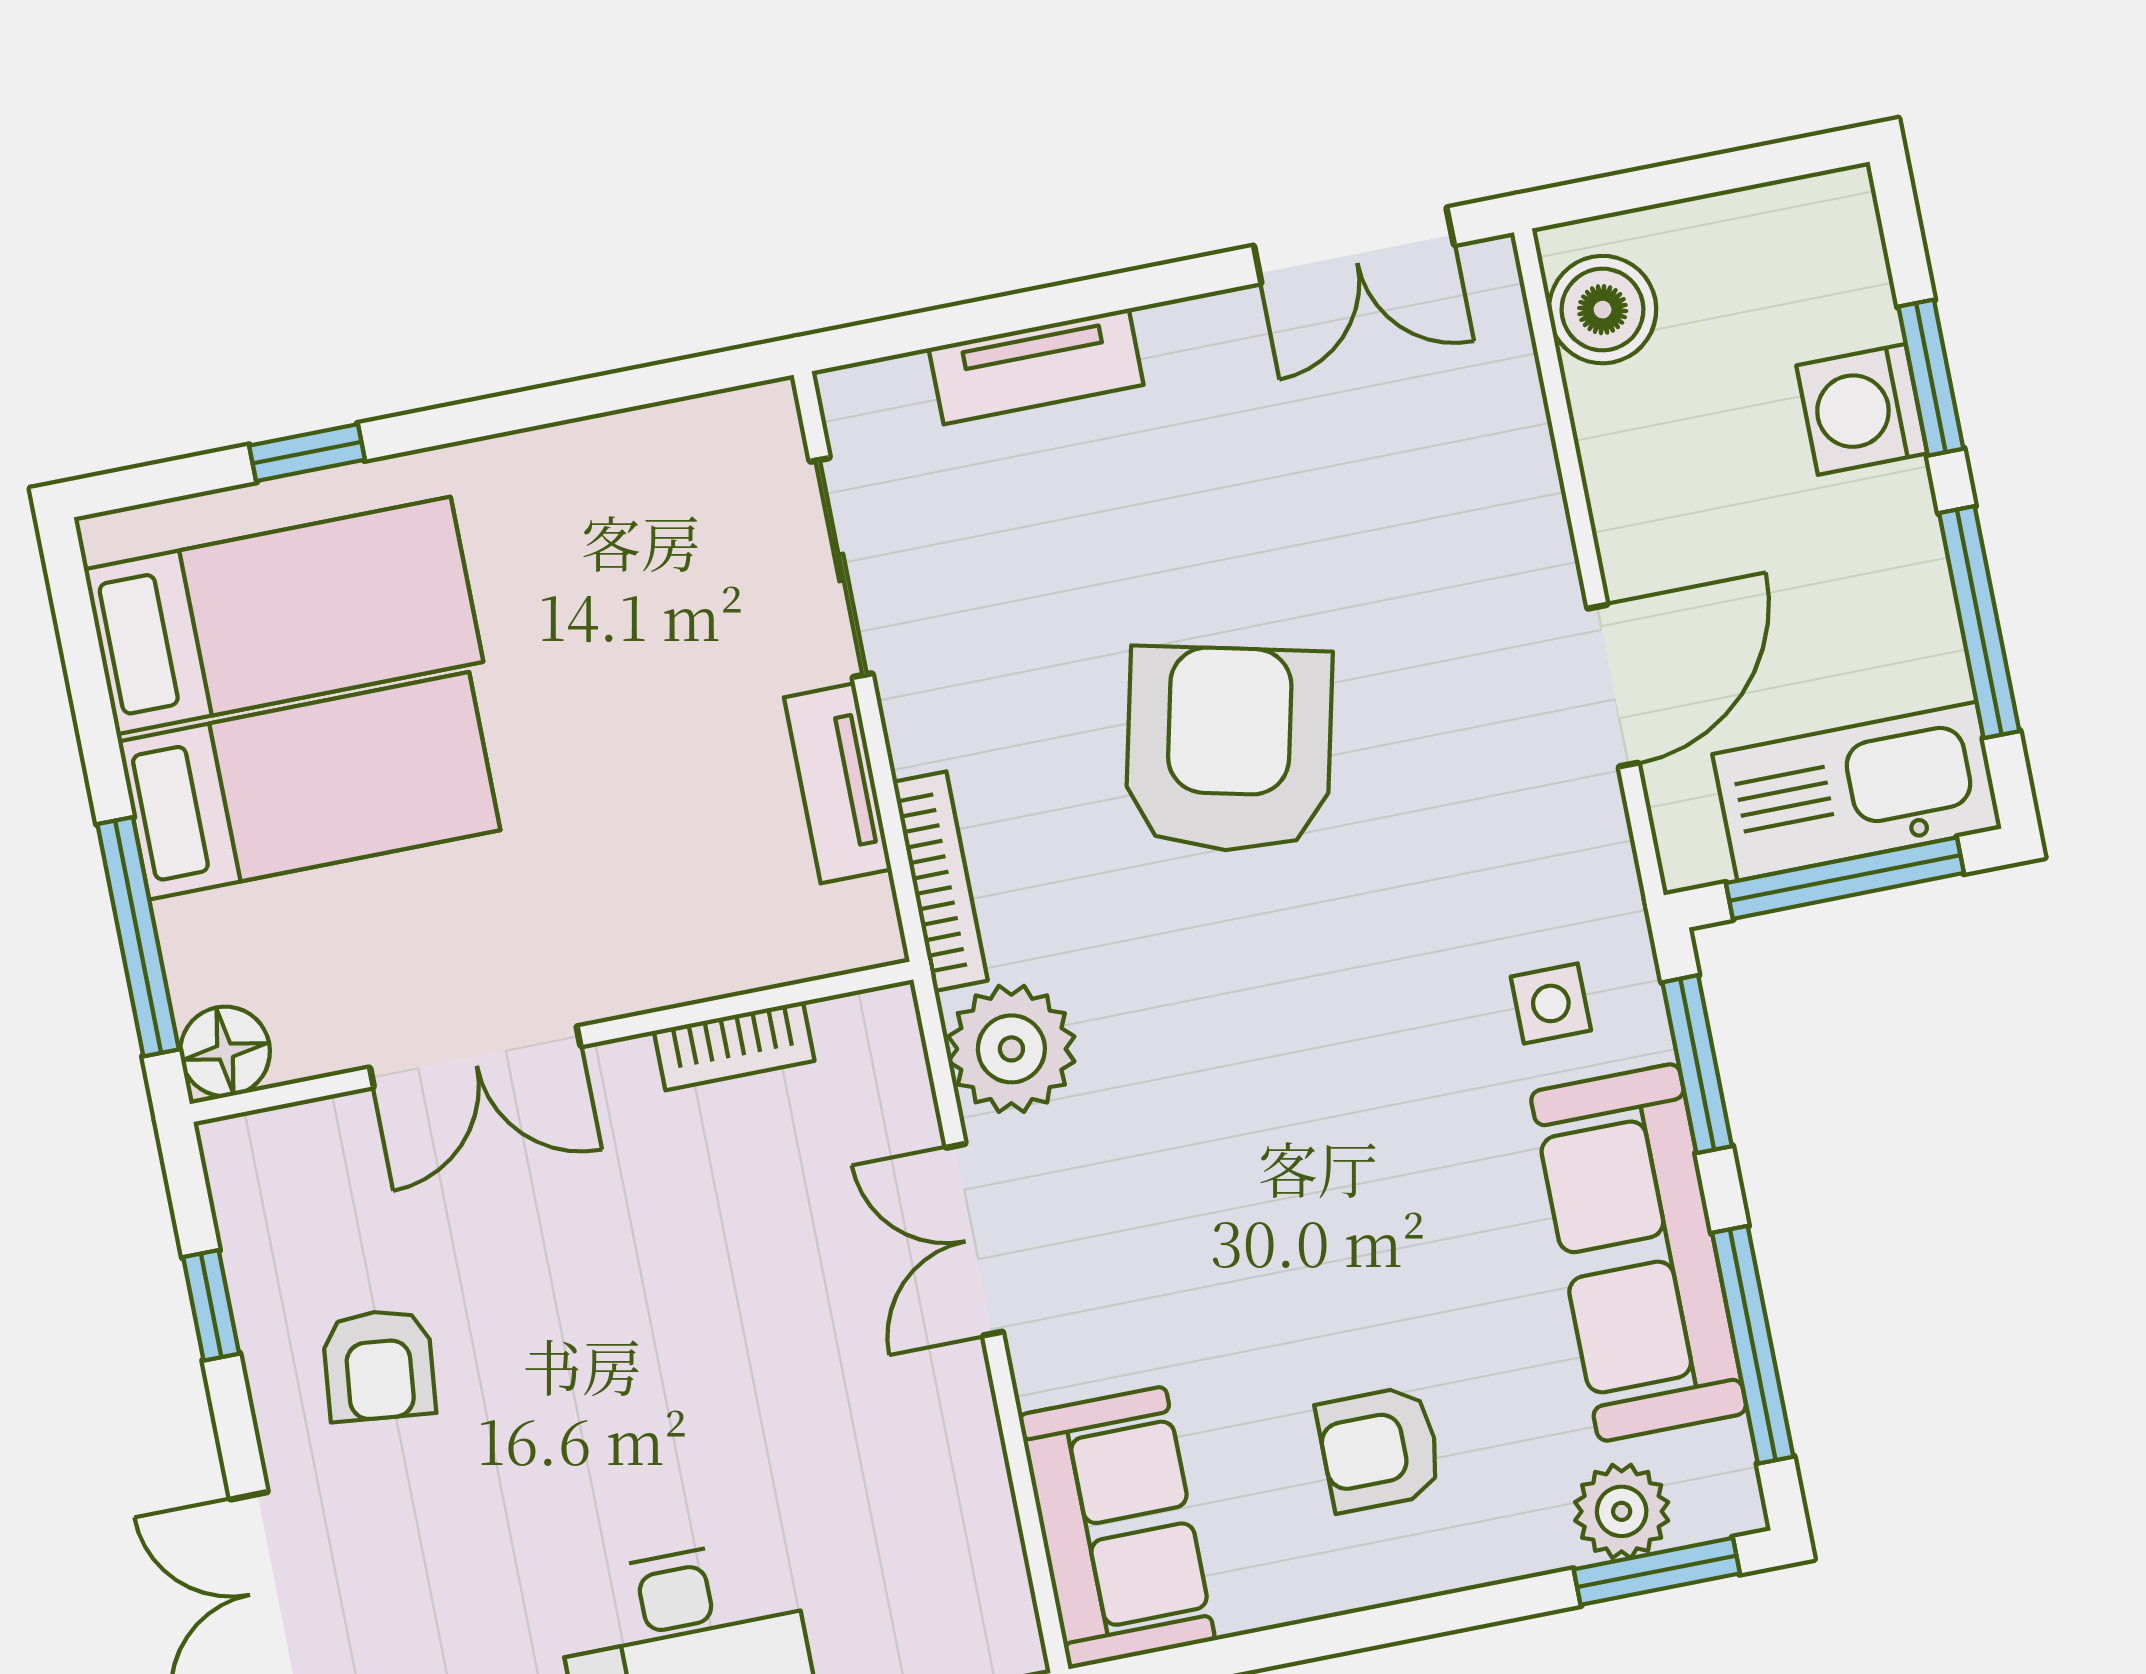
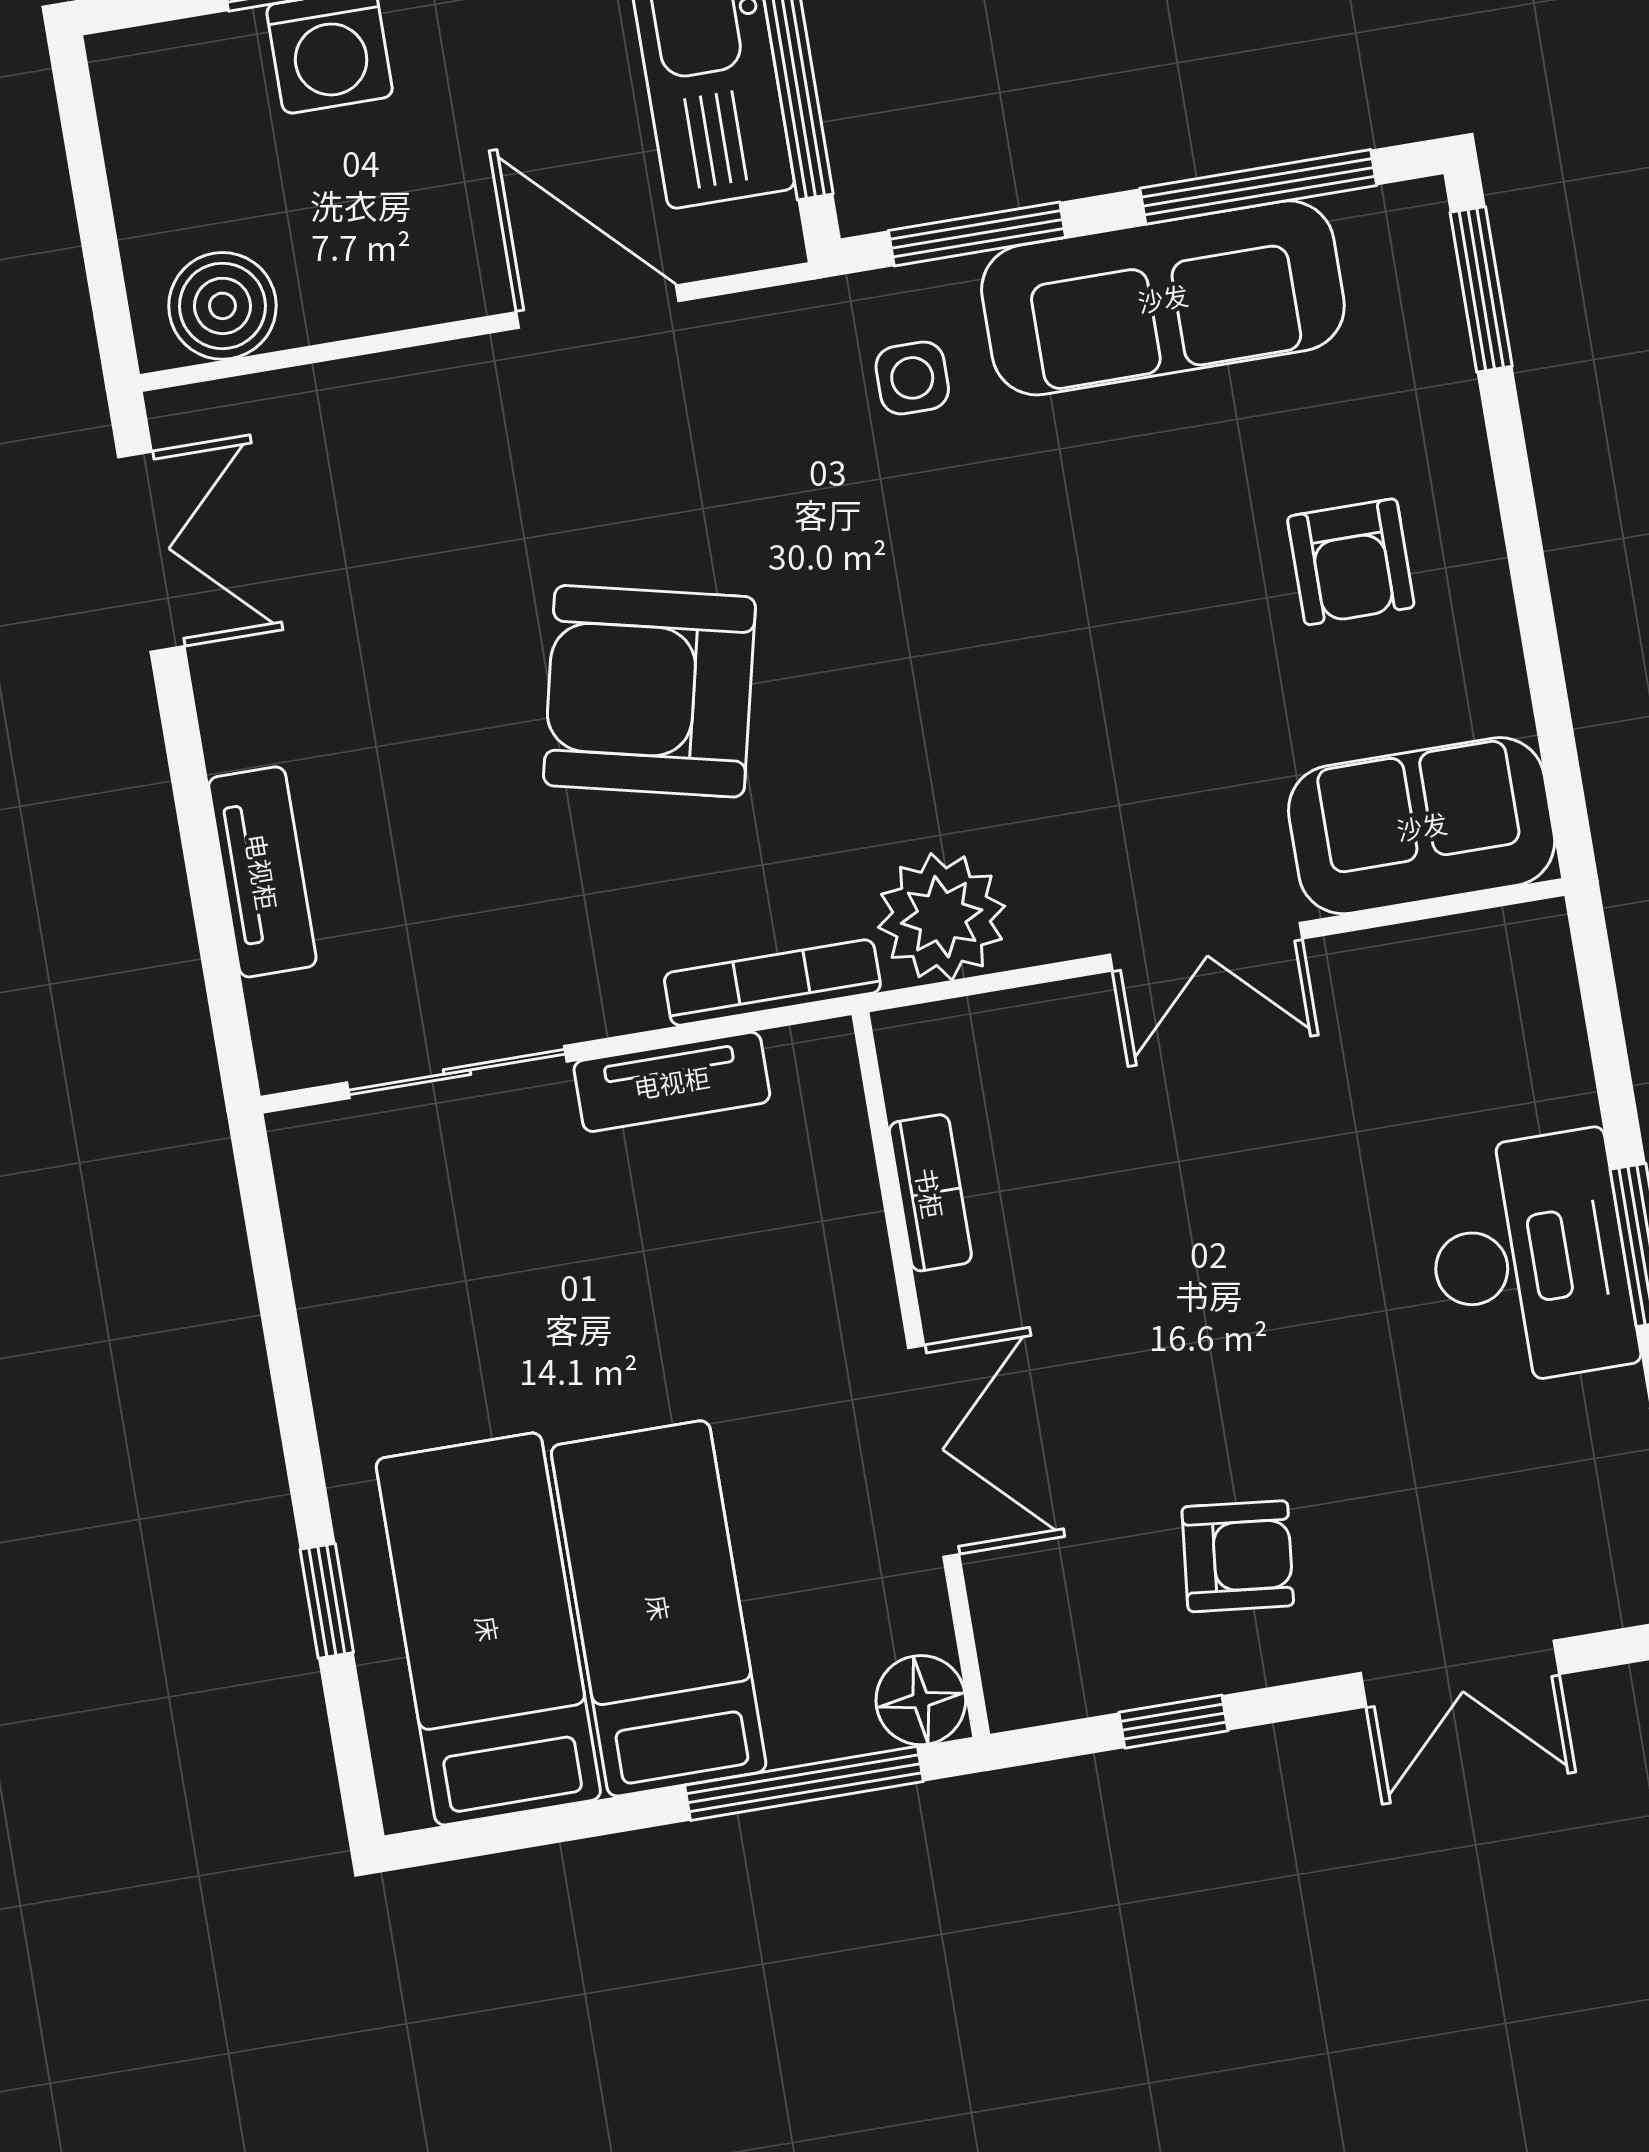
double door: (974, 1240) -> (1206, 947), moved
plant: (1622, 1511) -> (1420, 322), removed

